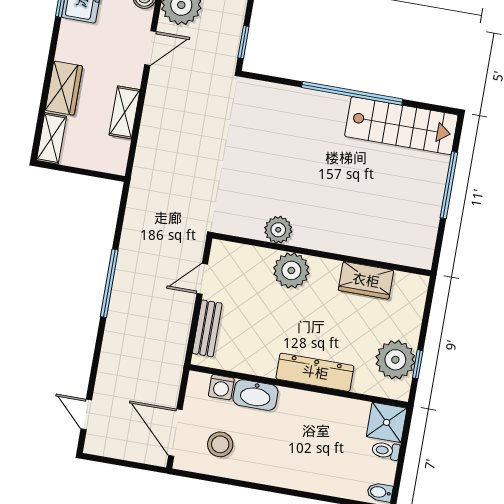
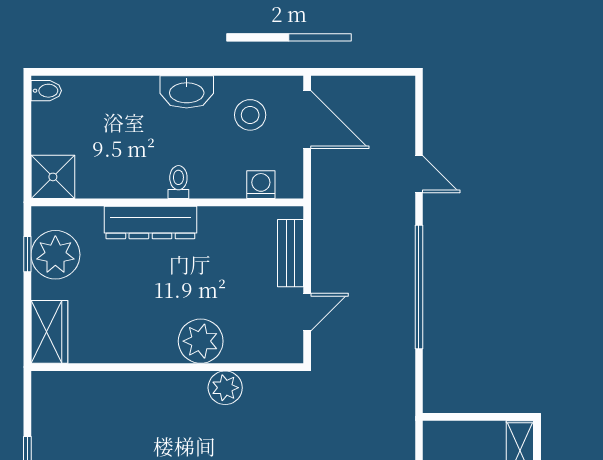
wardrobe: (366, 280) -> (49, 332), moved, turned 90
window: (109, 283) -> (419, 287), width x1.46
washbasin: (255, 395) -> (187, 92), moved, turned 180
door: (86, 414) -> (419, 174), moved
toilet: (386, 451) -> (178, 182), moved, turned -90

